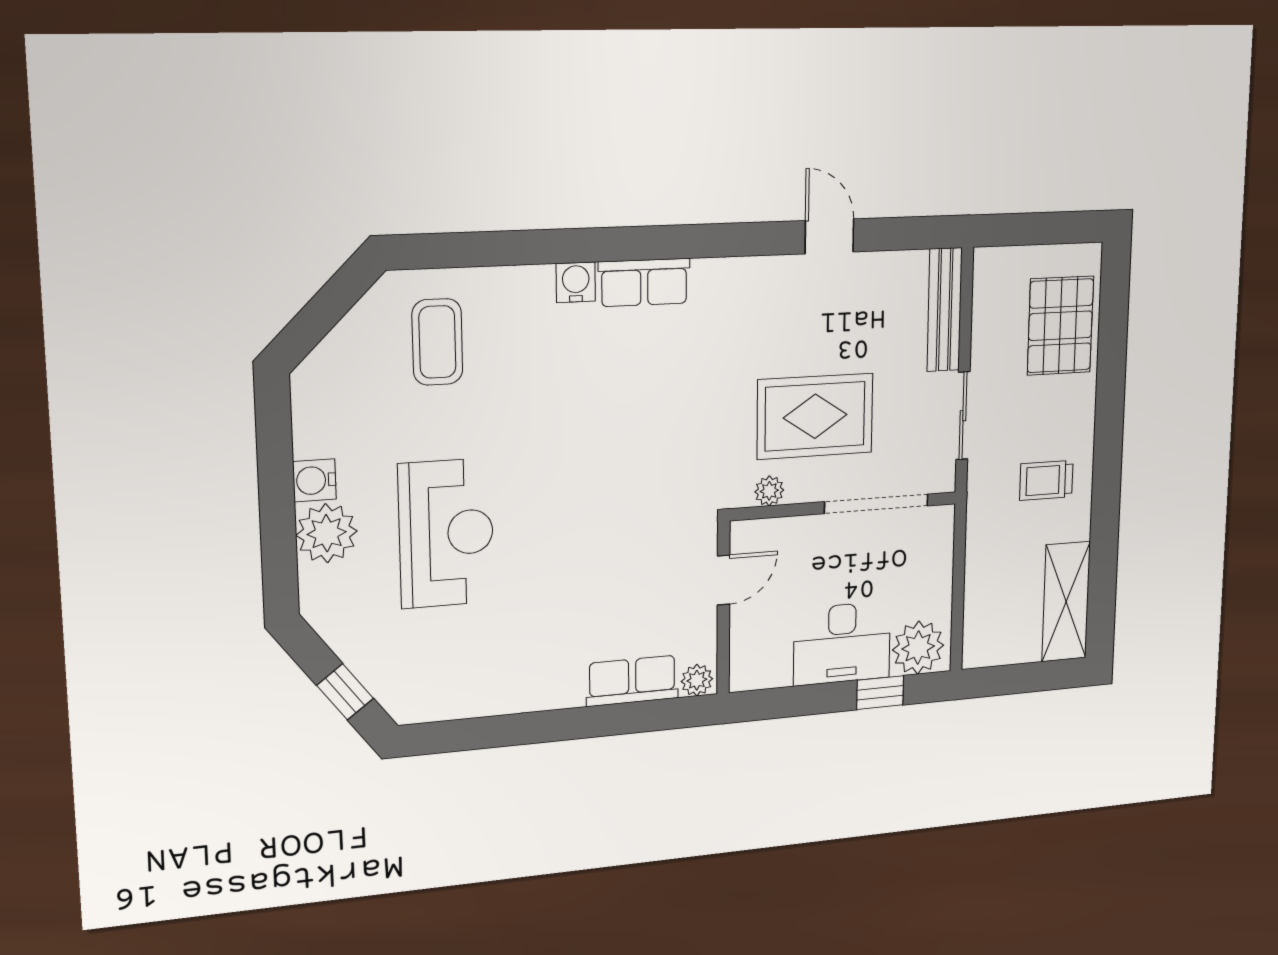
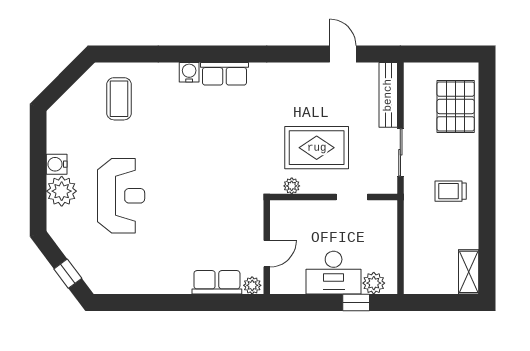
door: (829, 236) -> (343, 54), moved
doorway: (876, 504) -> (352, 197), width x0.53
door: (724, 580) -> (267, 254), moved
shelving: (1066, 602) -> (469, 272), width x0.67, depth x0.75
plant: (918, 648) -> (374, 283), width x0.73, depth x0.73

